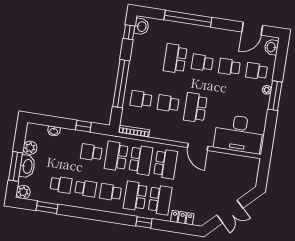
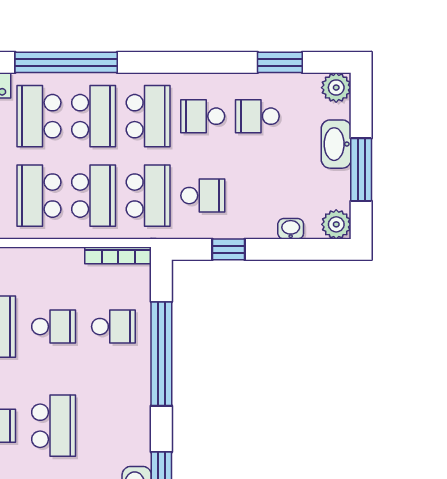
plant: (30, 148) -> (336, 224), moved
school desk: (141, 160) -> (94, 196), turned 180
window: (16, 166) -> (361, 170), moved
school desk: (110, 192) -> (148, 116), width x1.85
window: (144, 222) -> (66, 62), width x3.17

